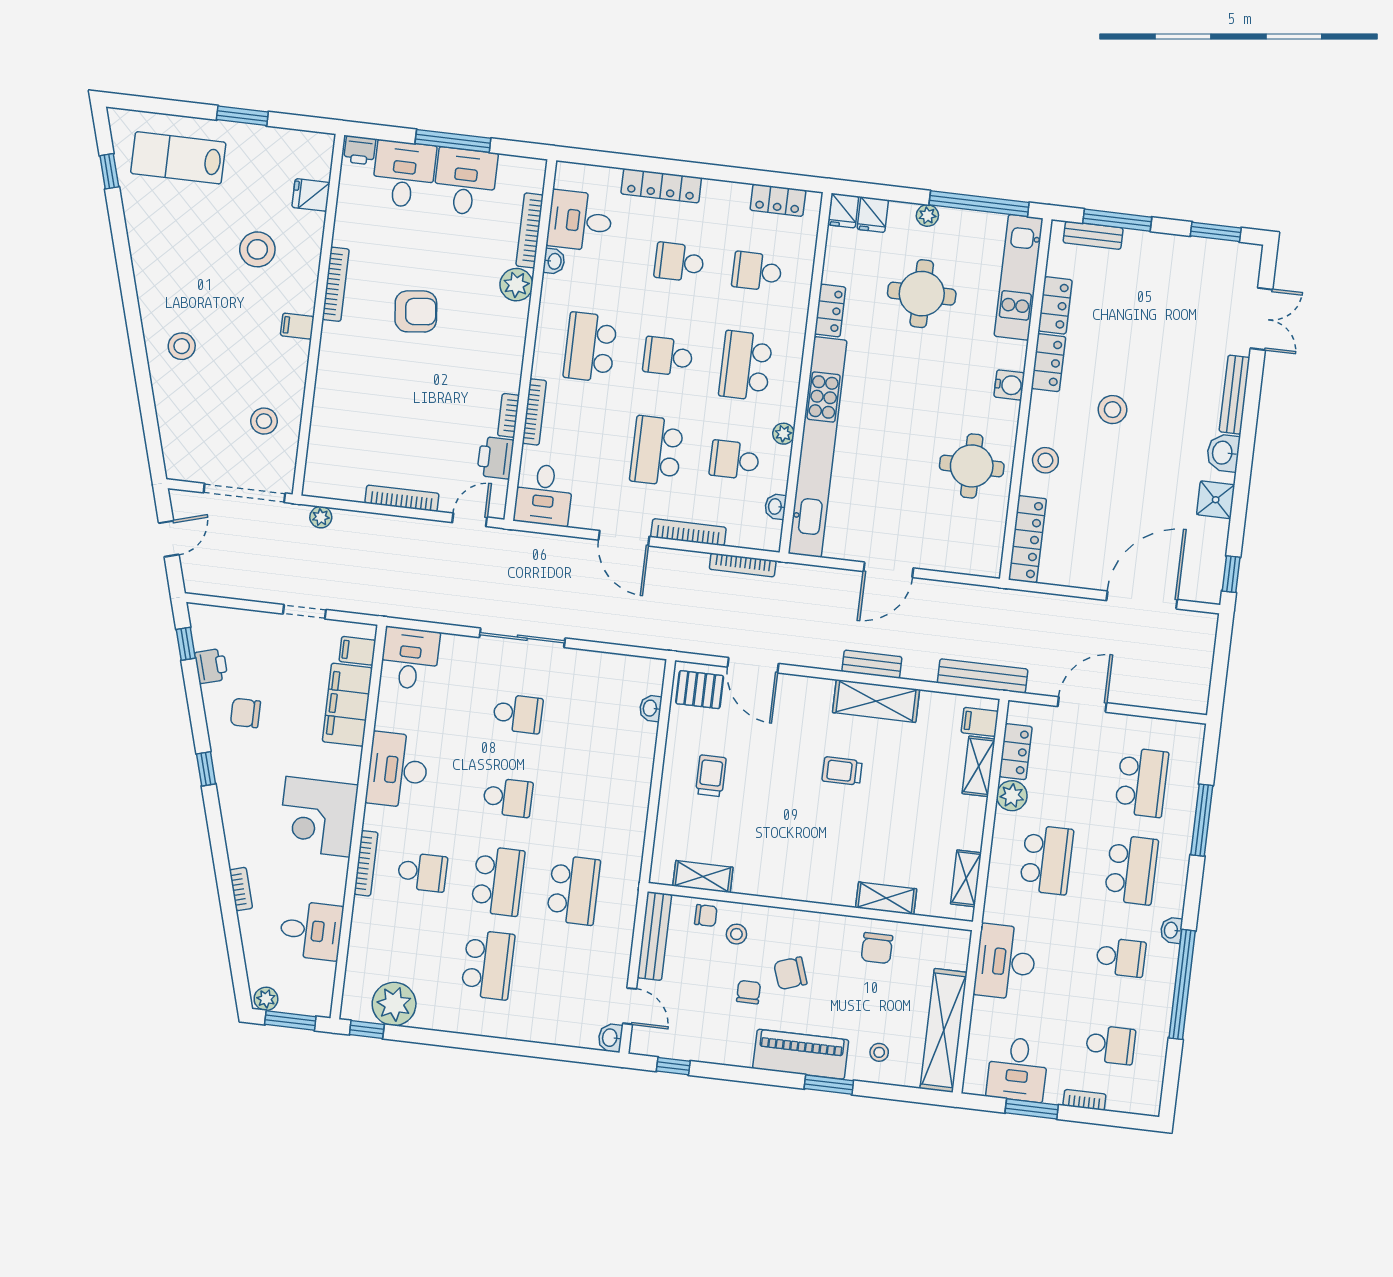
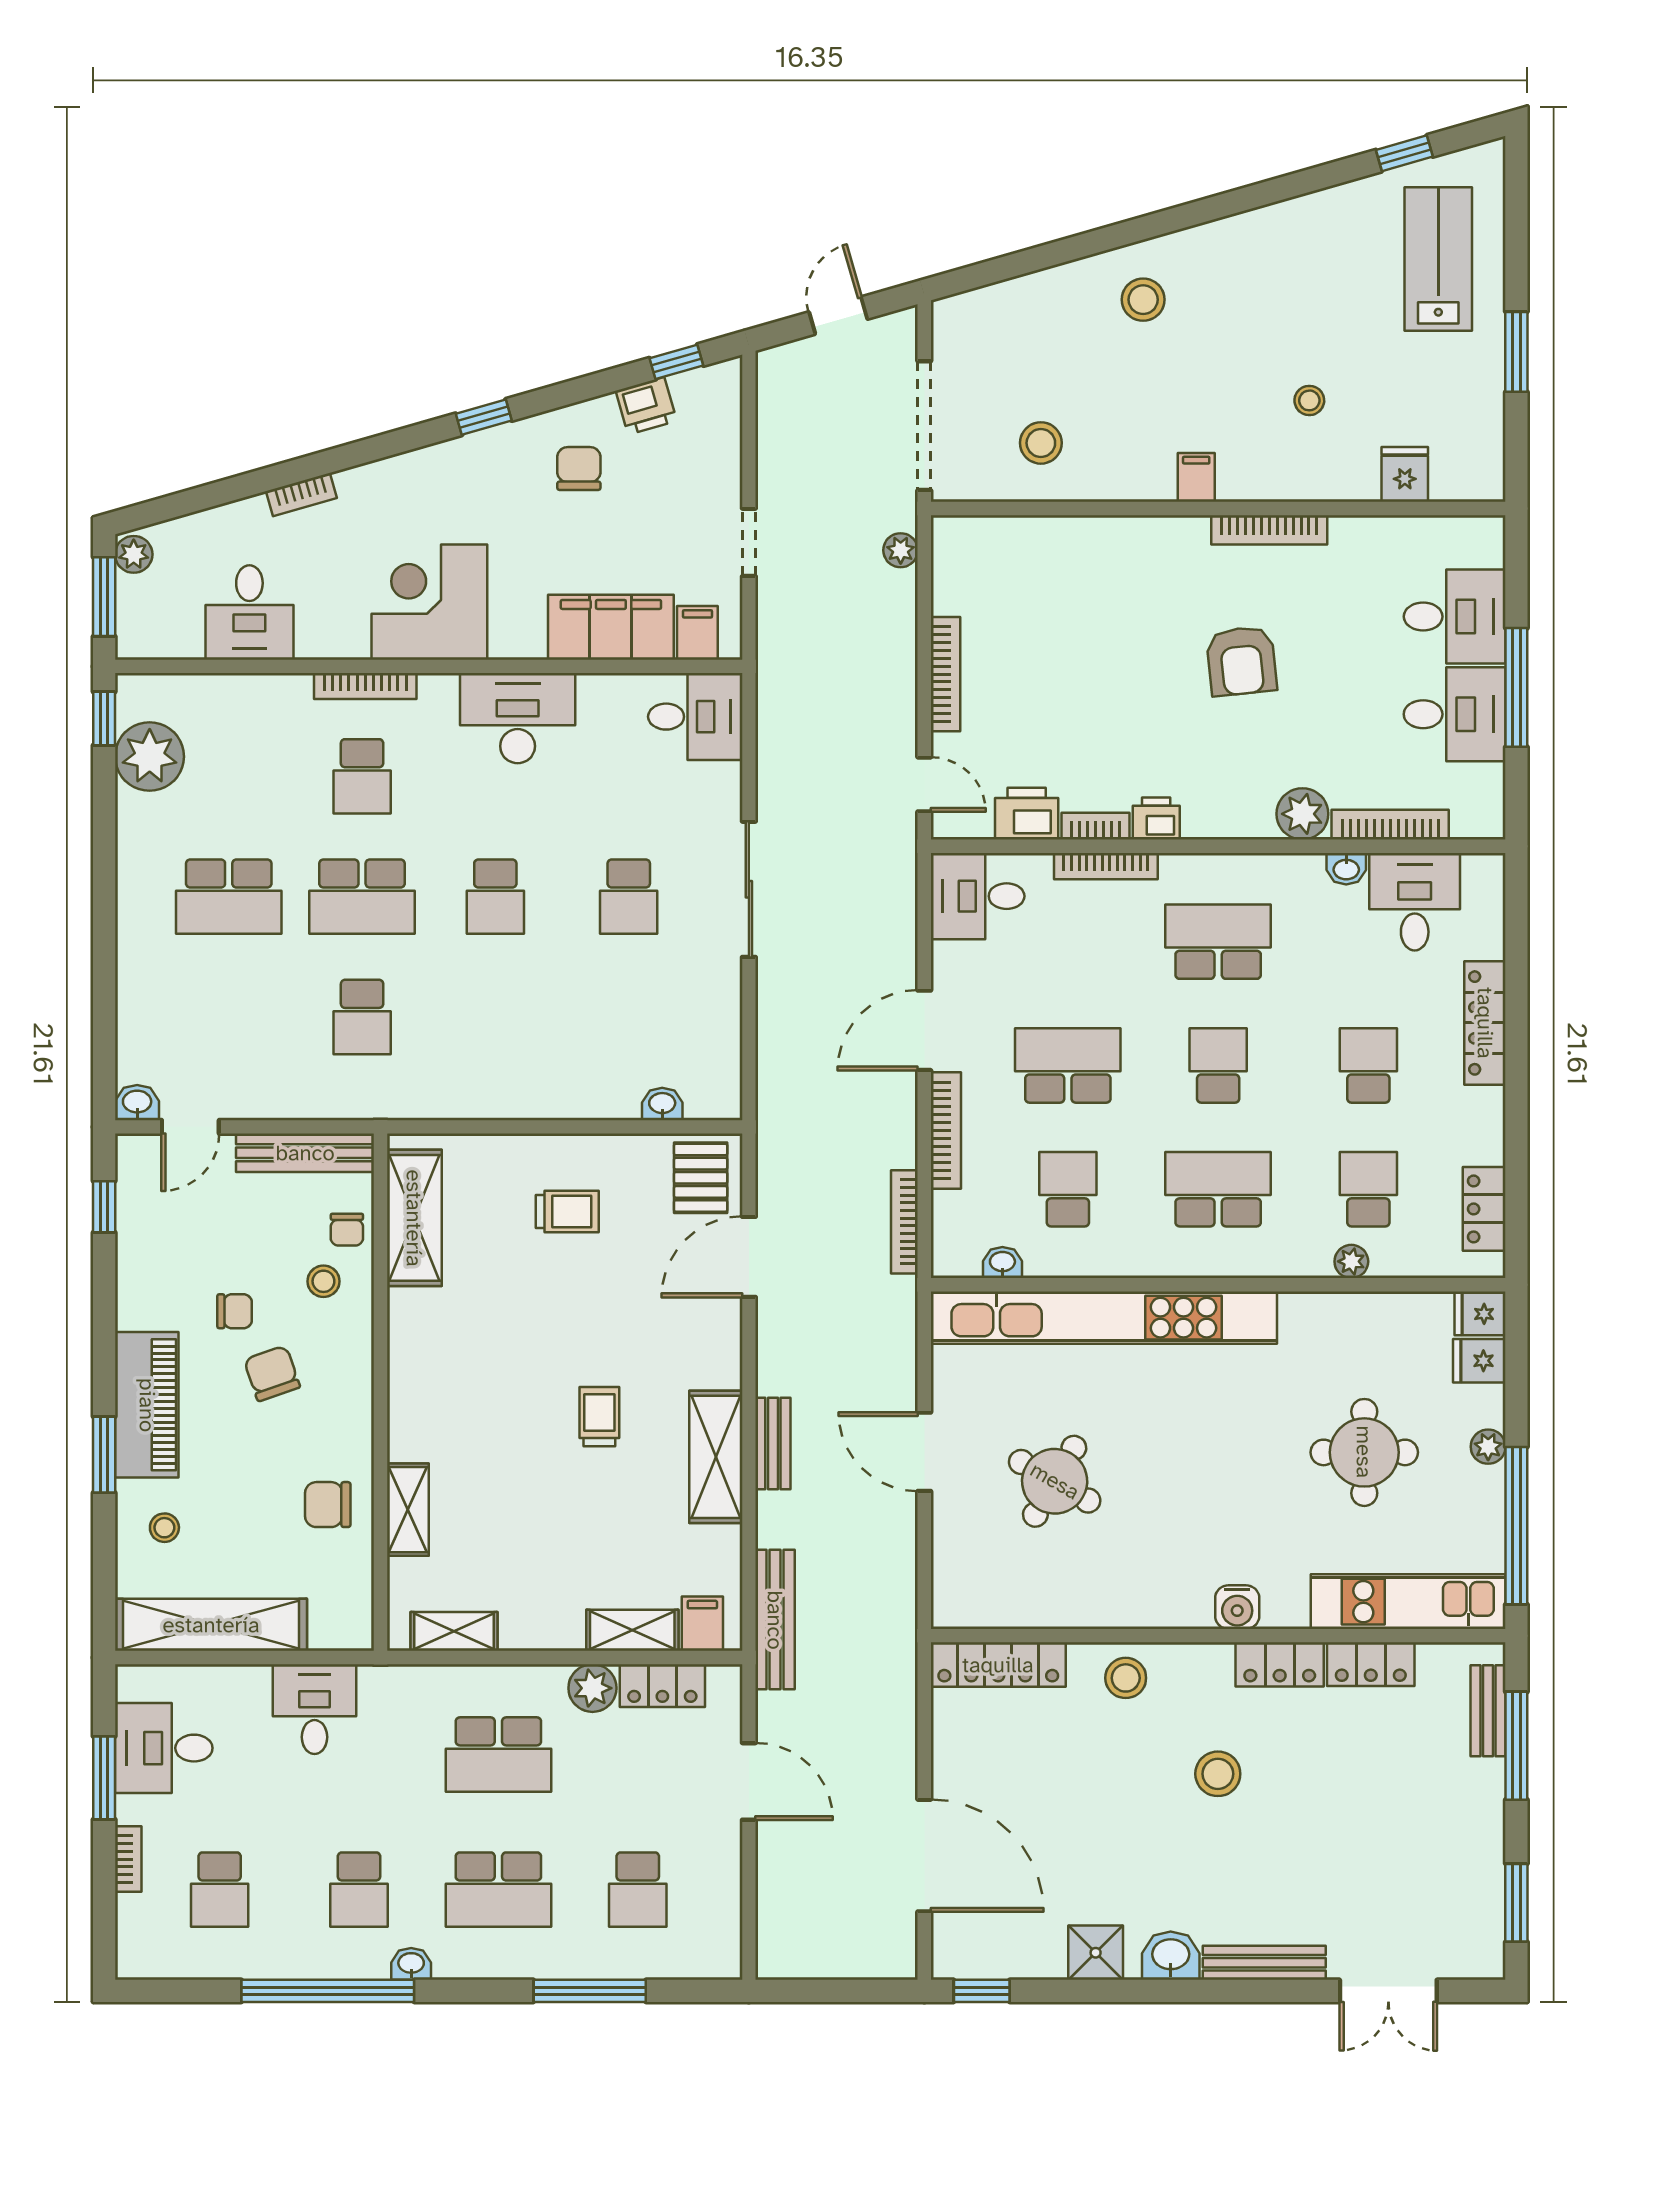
printer: (360, 150) -> (1156, 818), moved, turned 90
stool: (257, 249) -> (1309, 400), width x0.53, depth x0.53
locker: (830, 311) -> (1321, 1312), removed
plant: (783, 434) -> (1351, 1261), moved
round table: (972, 466) -> (1055, 1481), moved, turned 30
door: (169, 539) -> (838, 316), swing flipped
school desk: (1142, 782) -> (638, 1890), width x0.54
shelving: (703, 877) -> (414, 1218), width x1.50, depth x1.33
school desk: (573, 890) -> (362, 1017), width x0.54
desk: (1005, 962) -> (315, 1709), width x0.73

